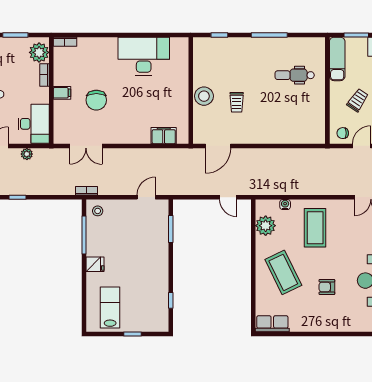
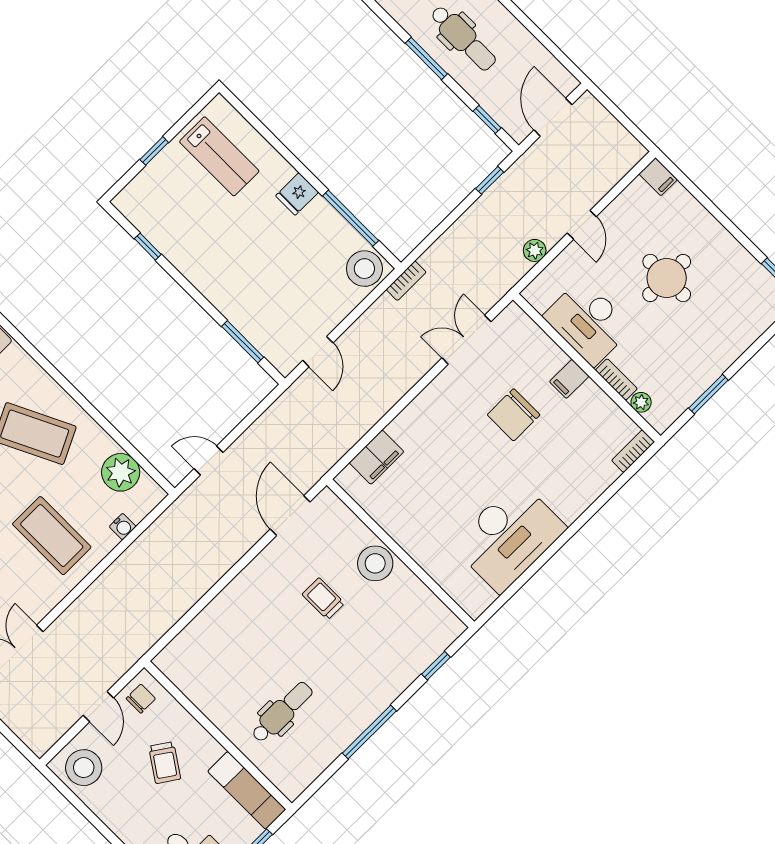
plant: (39, 52) -> (641, 402), width x0.53, depth x0.53
chair: (96, 100) -> (514, 415), turned -90
desk: (34, 124) -> (588, 322), moved
stool: (98, 211) -> (364, 269), width x1.89, depth x1.89

